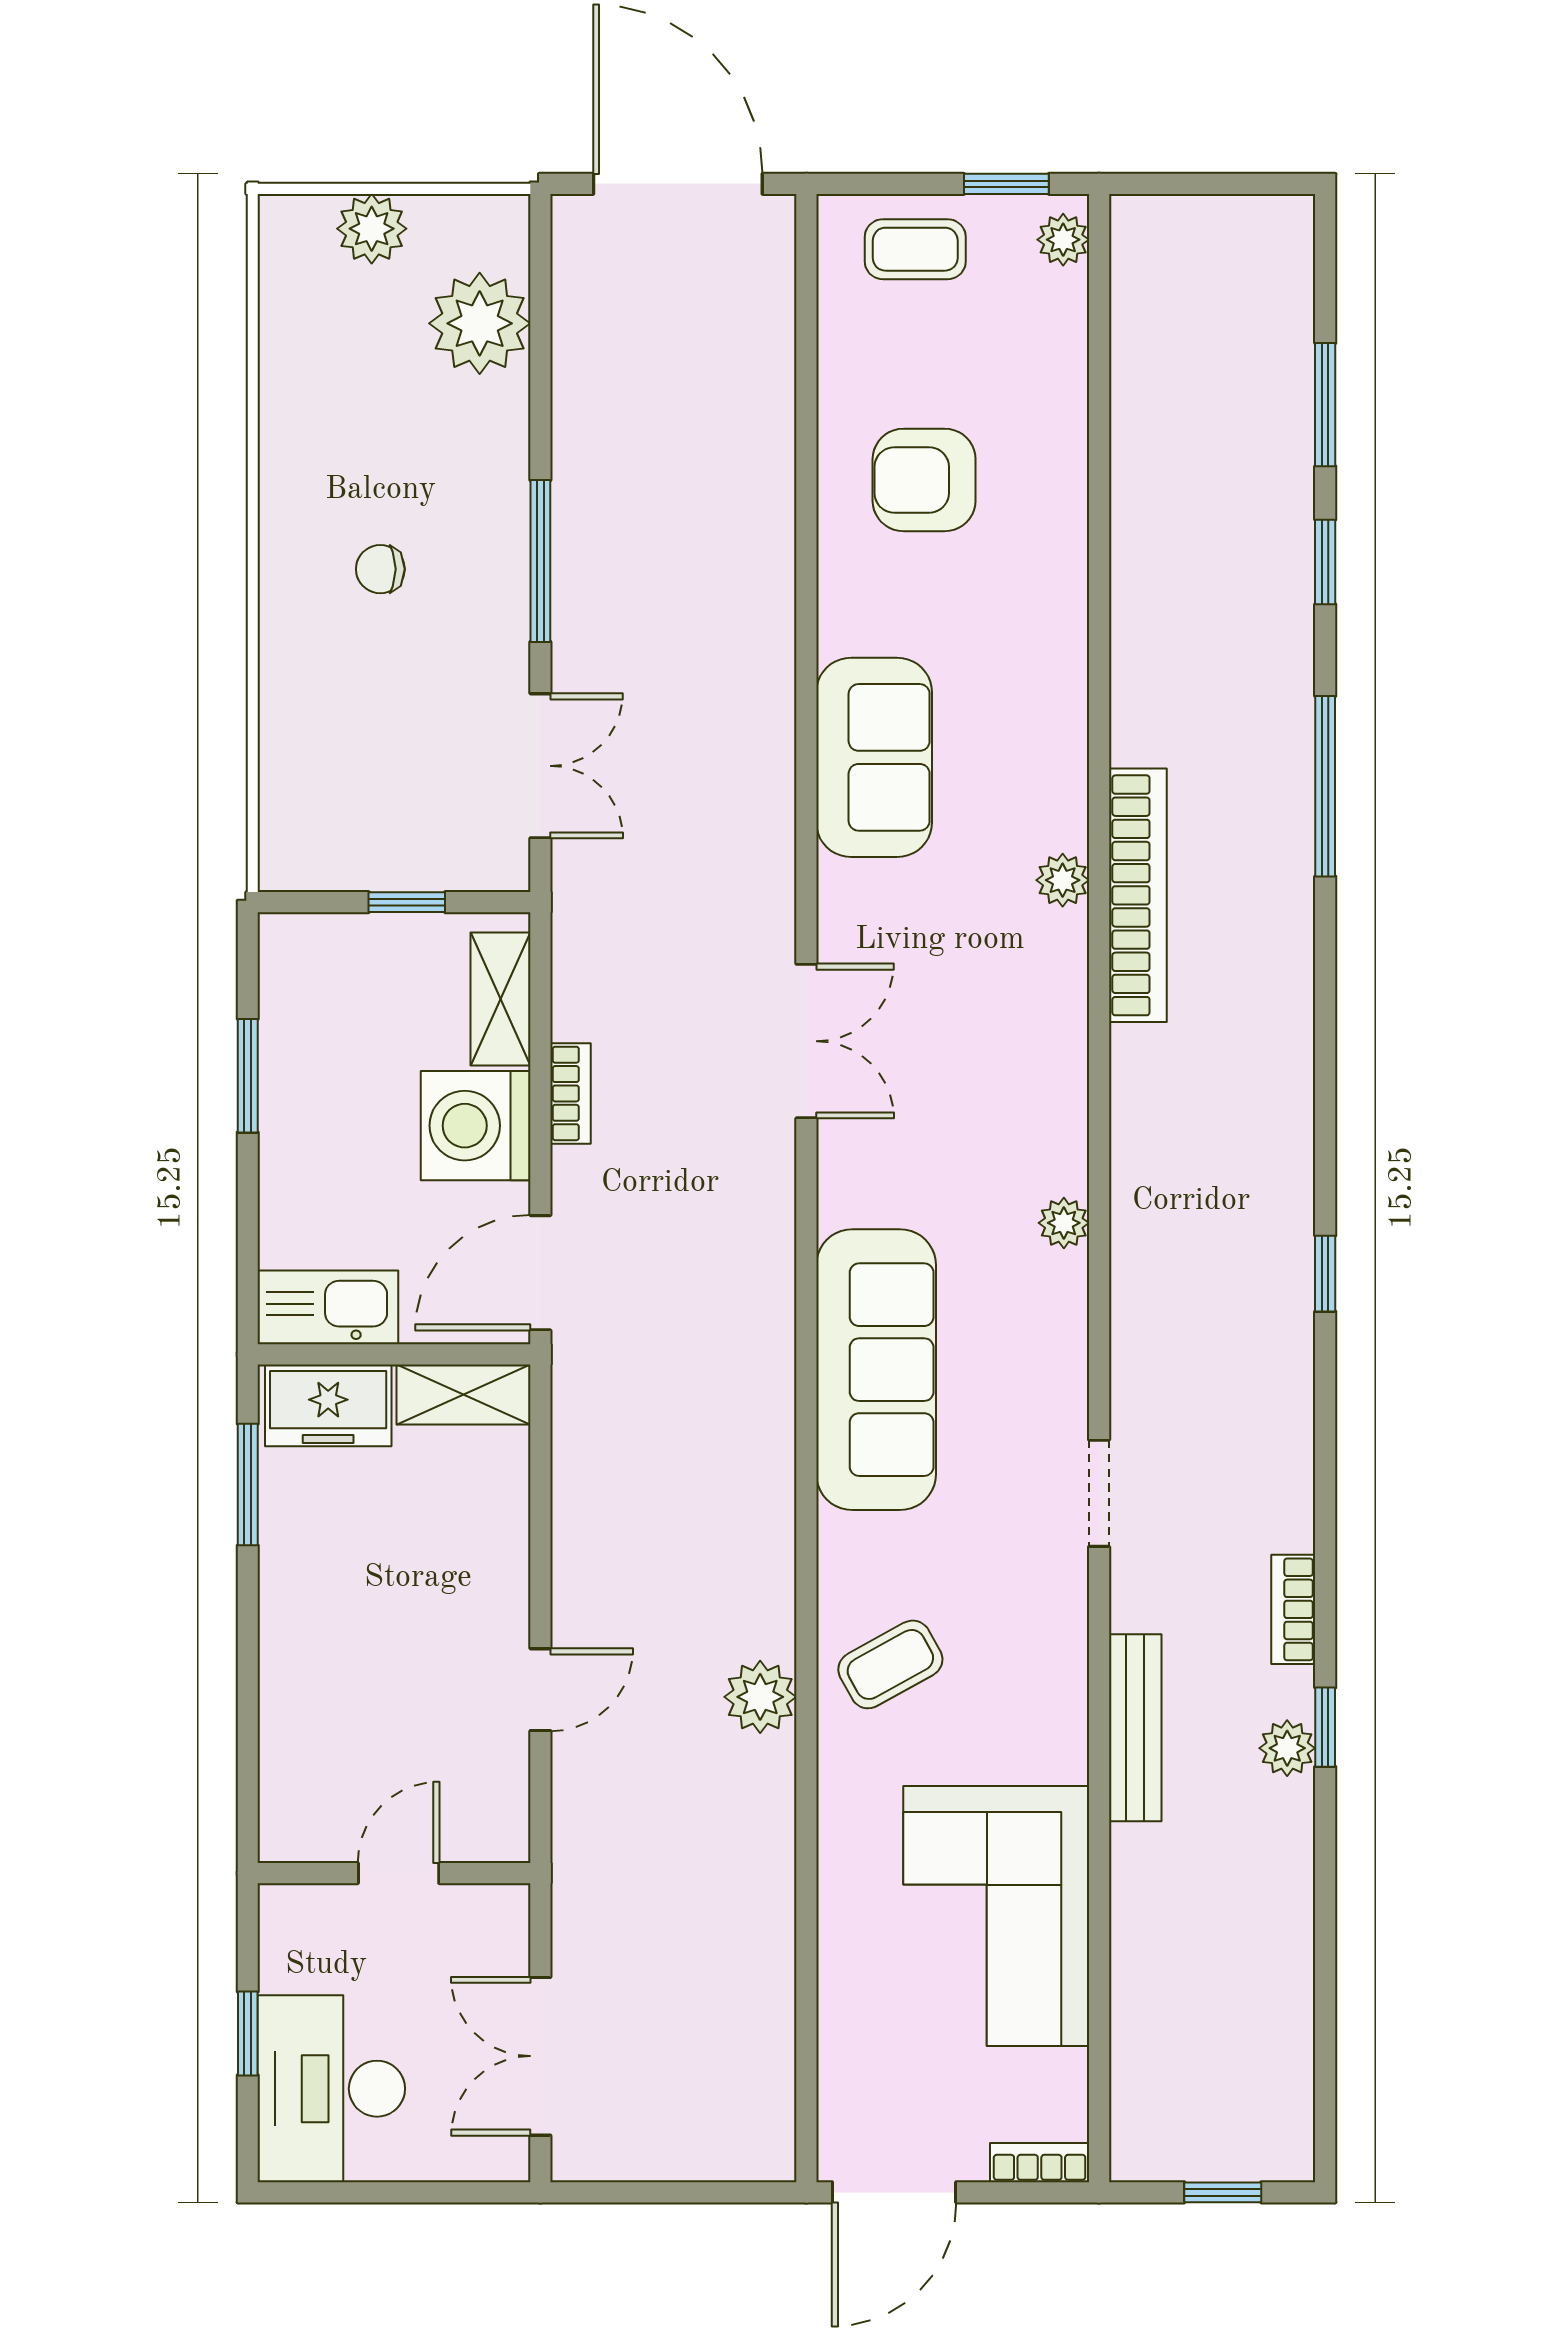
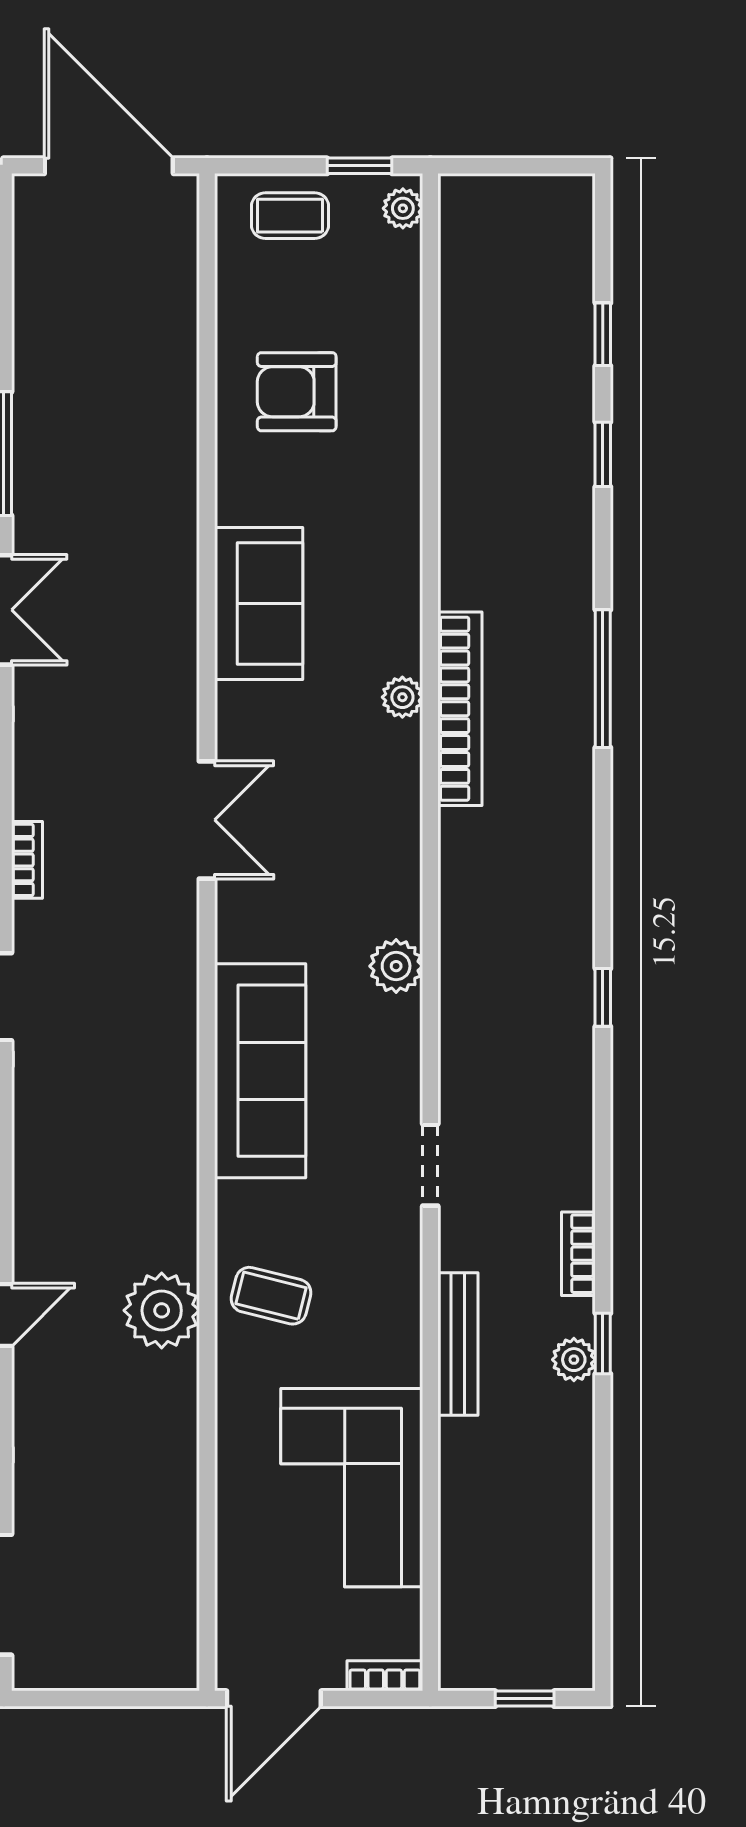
window: (1325, 405) -> (603, 334), width x0.67
window: (1325, 786) -> (603, 679), moved
plant: (1064, 1223) -> (396, 966), width x1.38, depth x1.38
coffee table: (890, 1664) -> (271, 1296), turned 43
plant: (760, 1697) -> (162, 1310), width x1.36, depth x1.36

